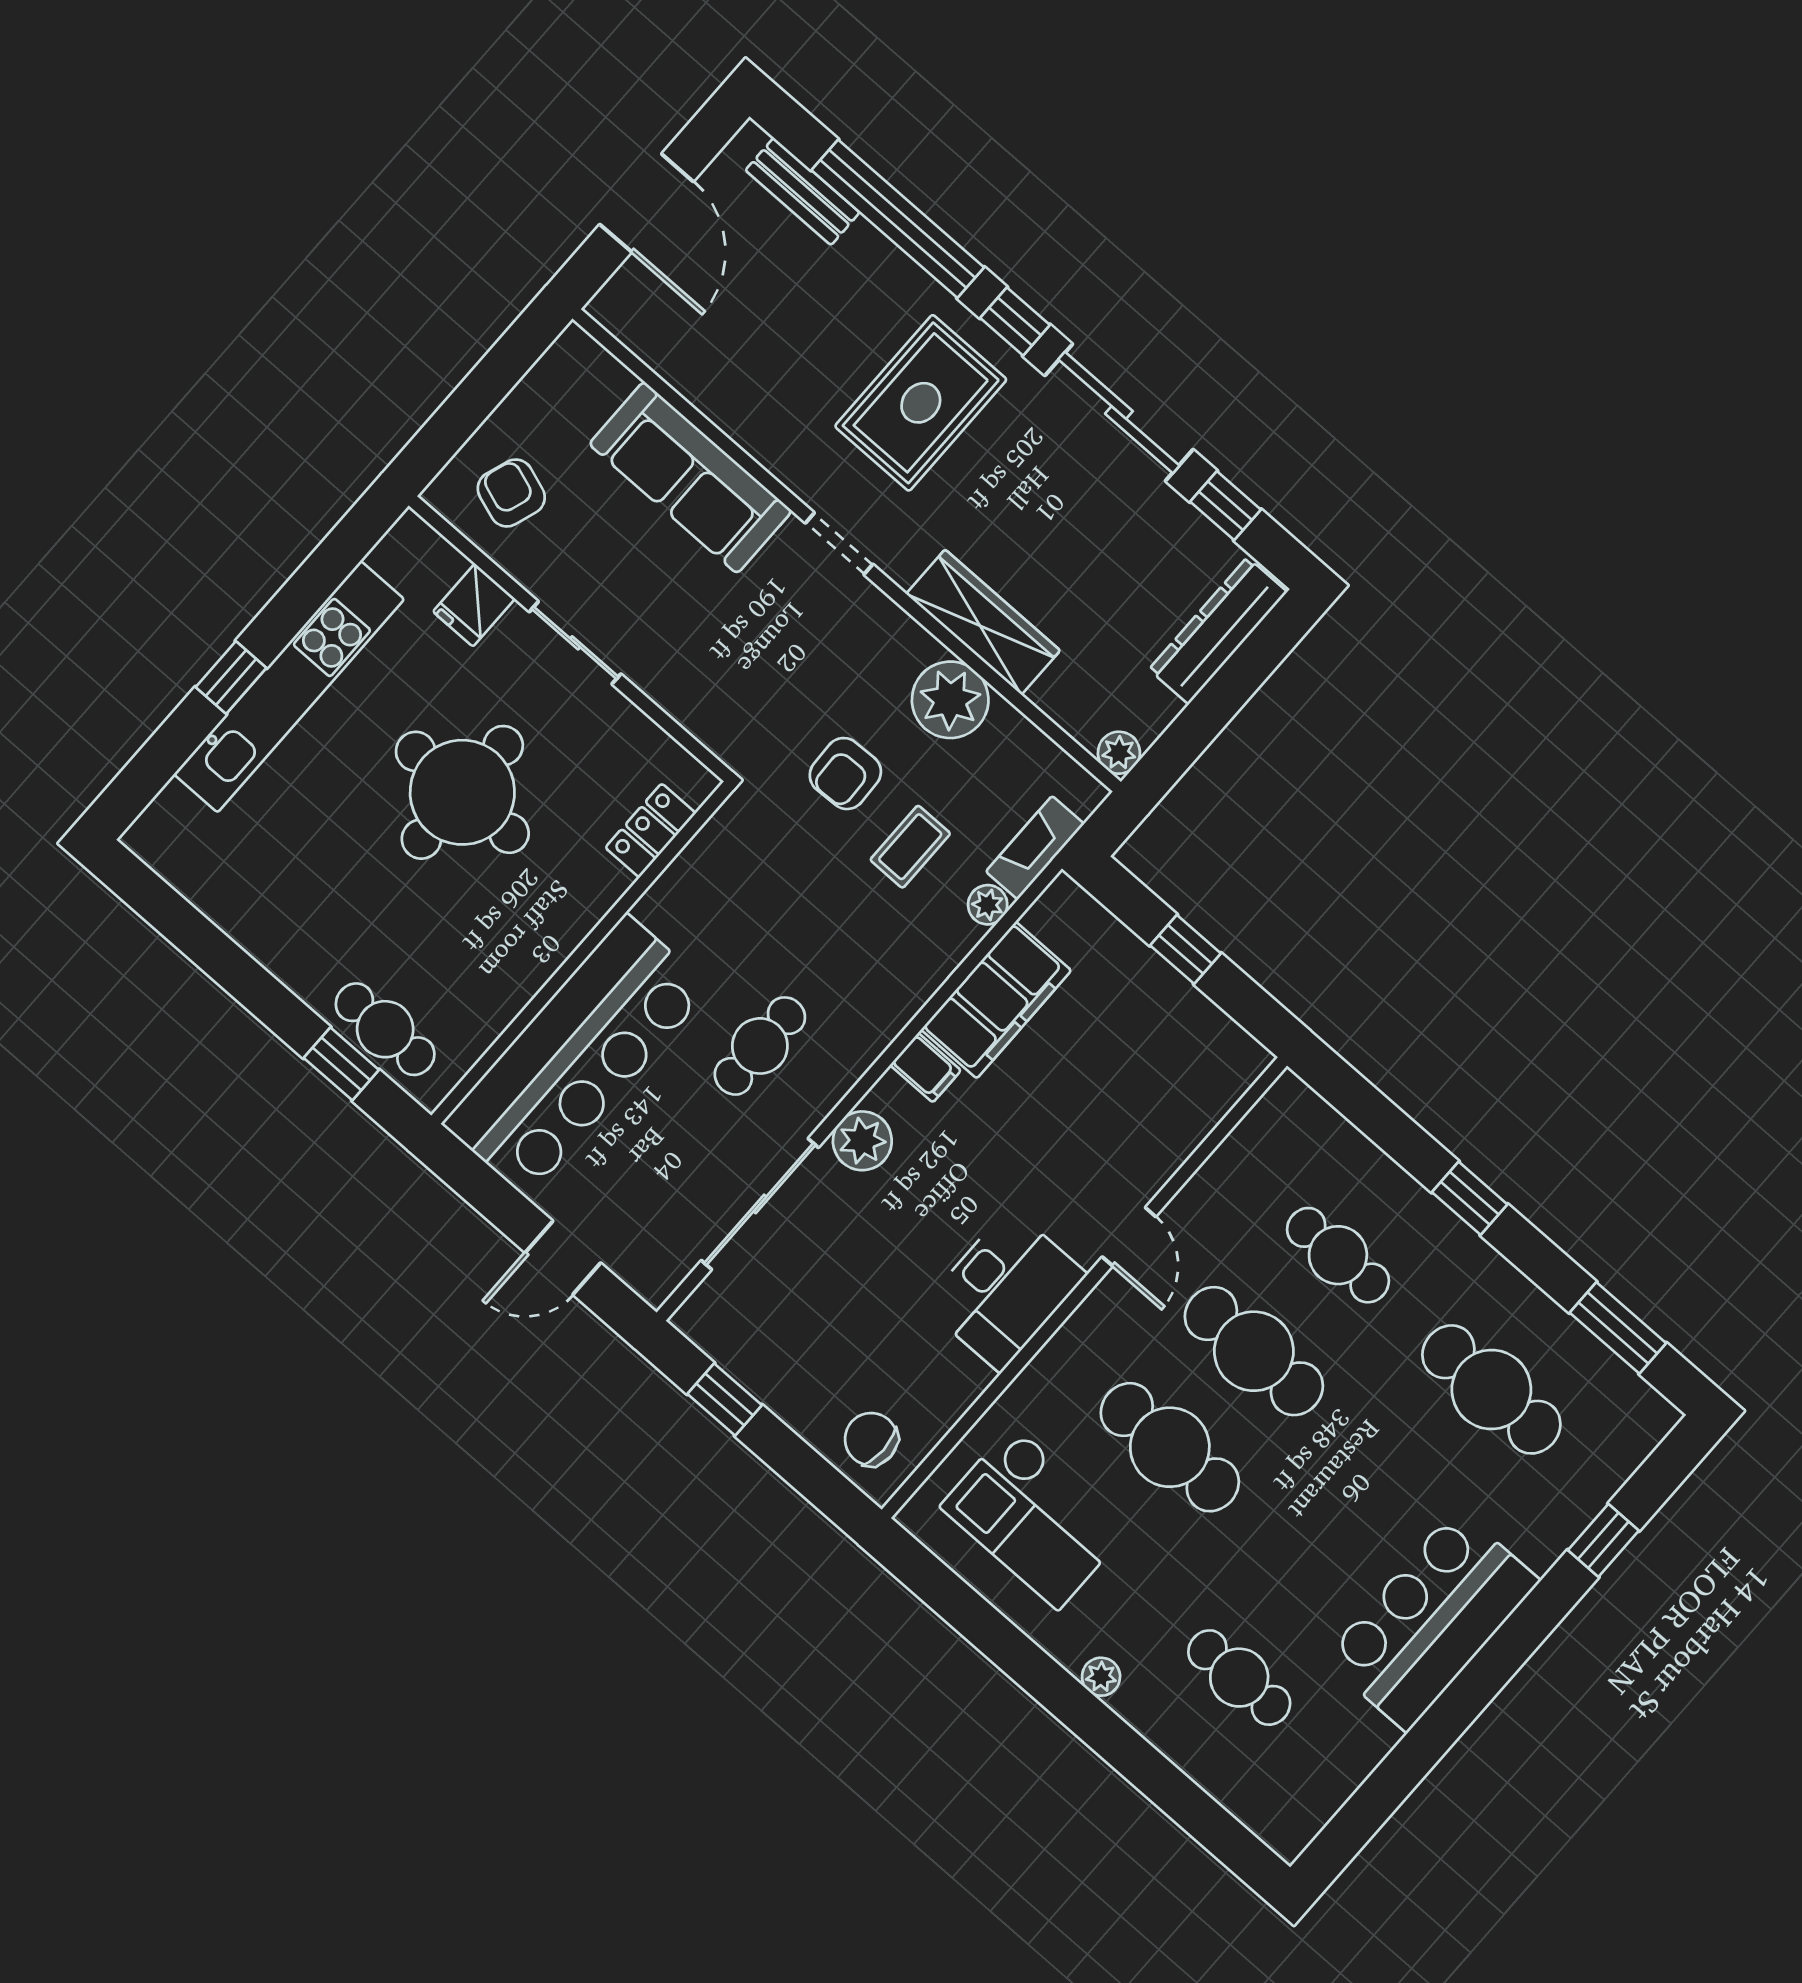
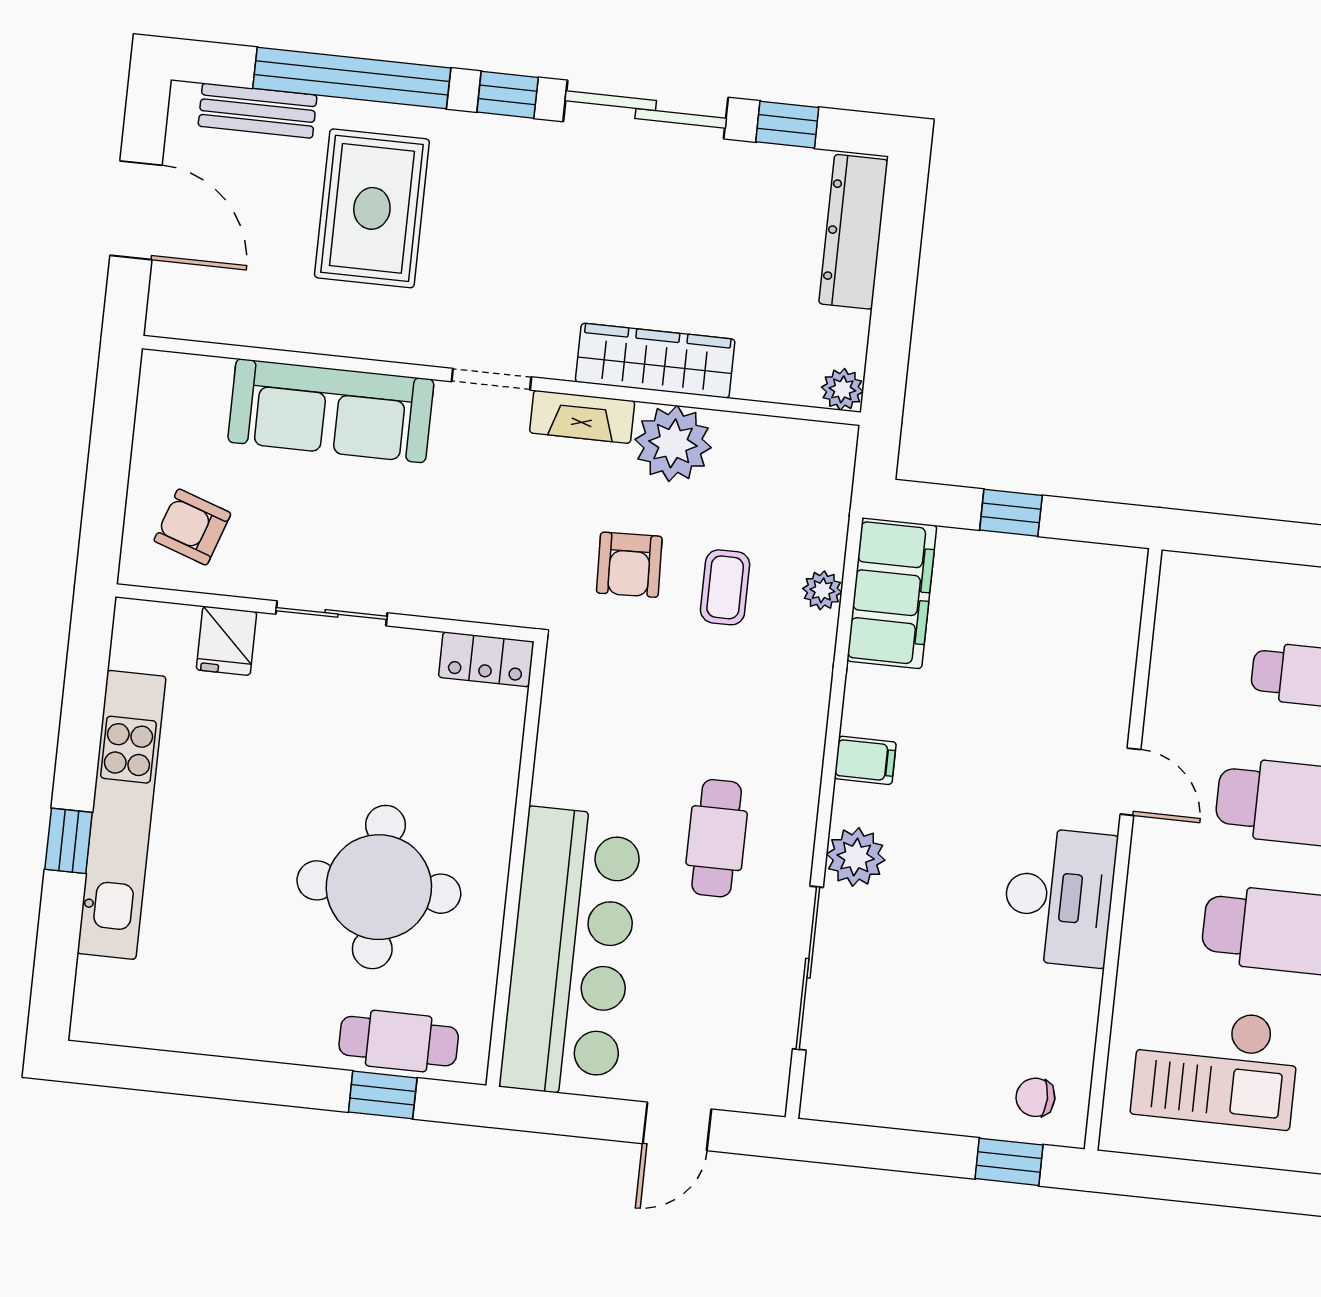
rug: (921, 403) -> (372, 208), moved
round table: (462, 792) -> (379, 887), moved
locker: (650, 830) -> (486, 659), moved, turned -90
fireplace: (1035, 848) -> (582, 417), moved, turned -90
filing cabinet: (996, 1000) -> (892, 593), moved
window: (725, 1399) -> (1009, 1162), moved
chair: (871, 1439) -> (1035, 1097), width x0.73, depth x0.73

